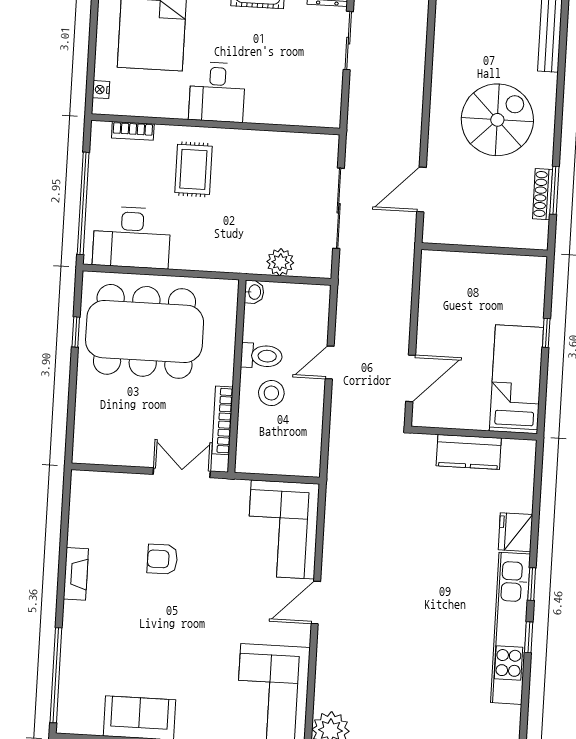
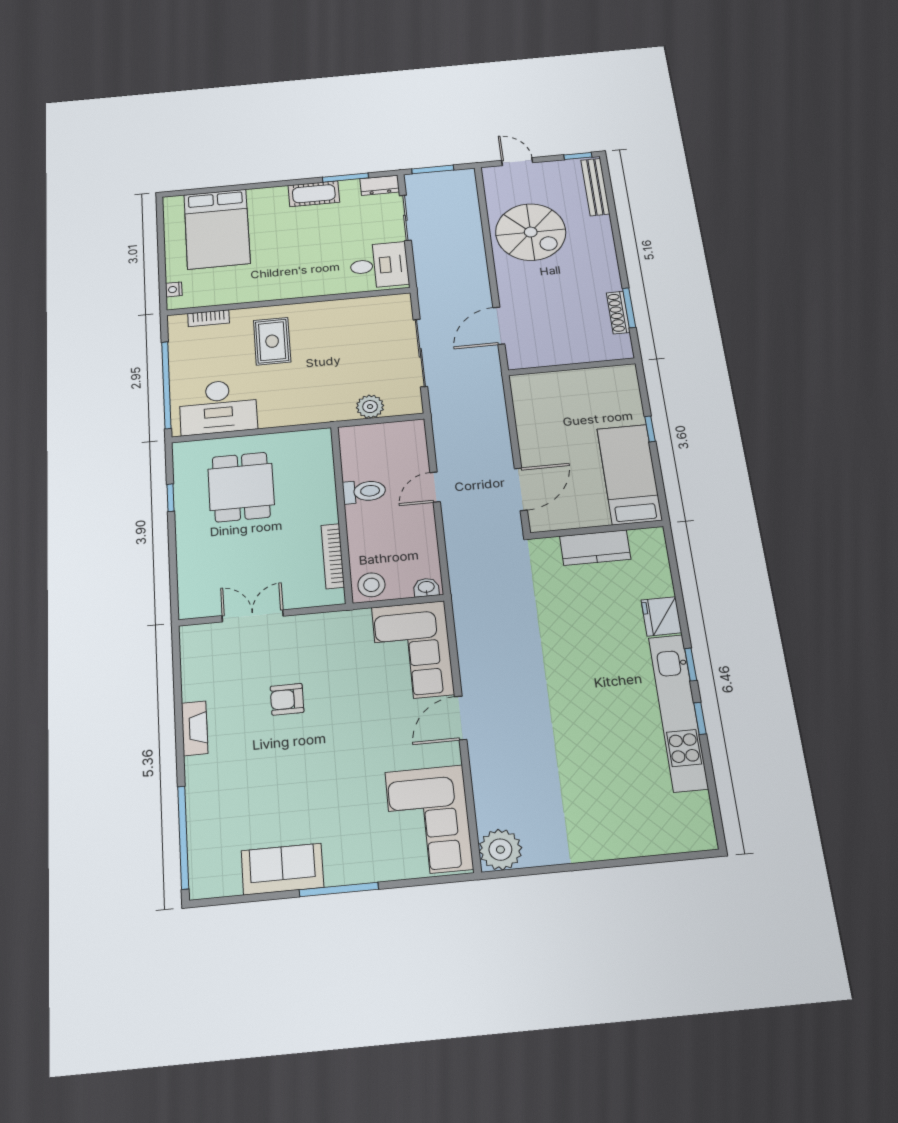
desk: (217, 92) -> (379, 265), moved, turned -90
spiral stairs: (497, 120) -> (531, 232), moved, turned 90
washbasin: (254, 292) -> (426, 587), moved, turned -90
dining table: (145, 331) -> (241, 487), width x0.53, depth x0.80
stool: (271, 393) -> (371, 585), moved
double door: (182, 473) -> (253, 616), moved

